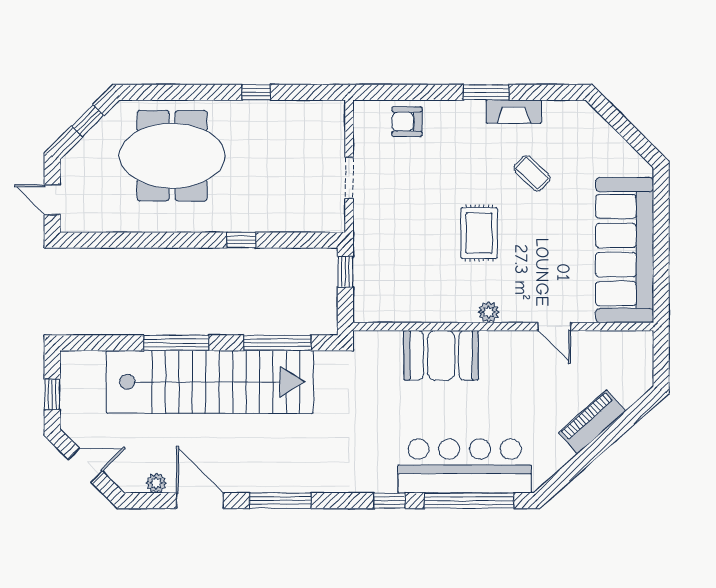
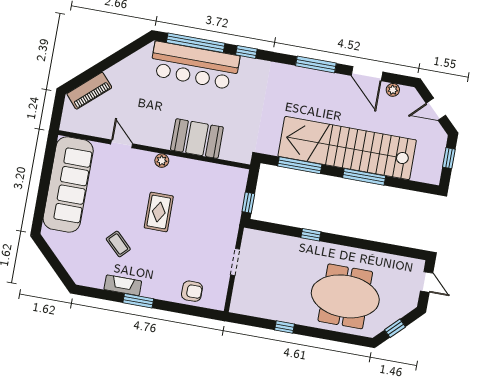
piano: (592, 422) -> (89, 91), moved

